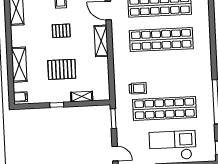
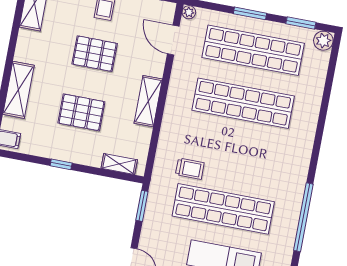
pallet: (61, 31) -> (95, 54), width x1.50, depth x1.42
shelving: (101, 41) -> (148, 101), moved
shelving: (82, 97) -> (119, 164), moved

